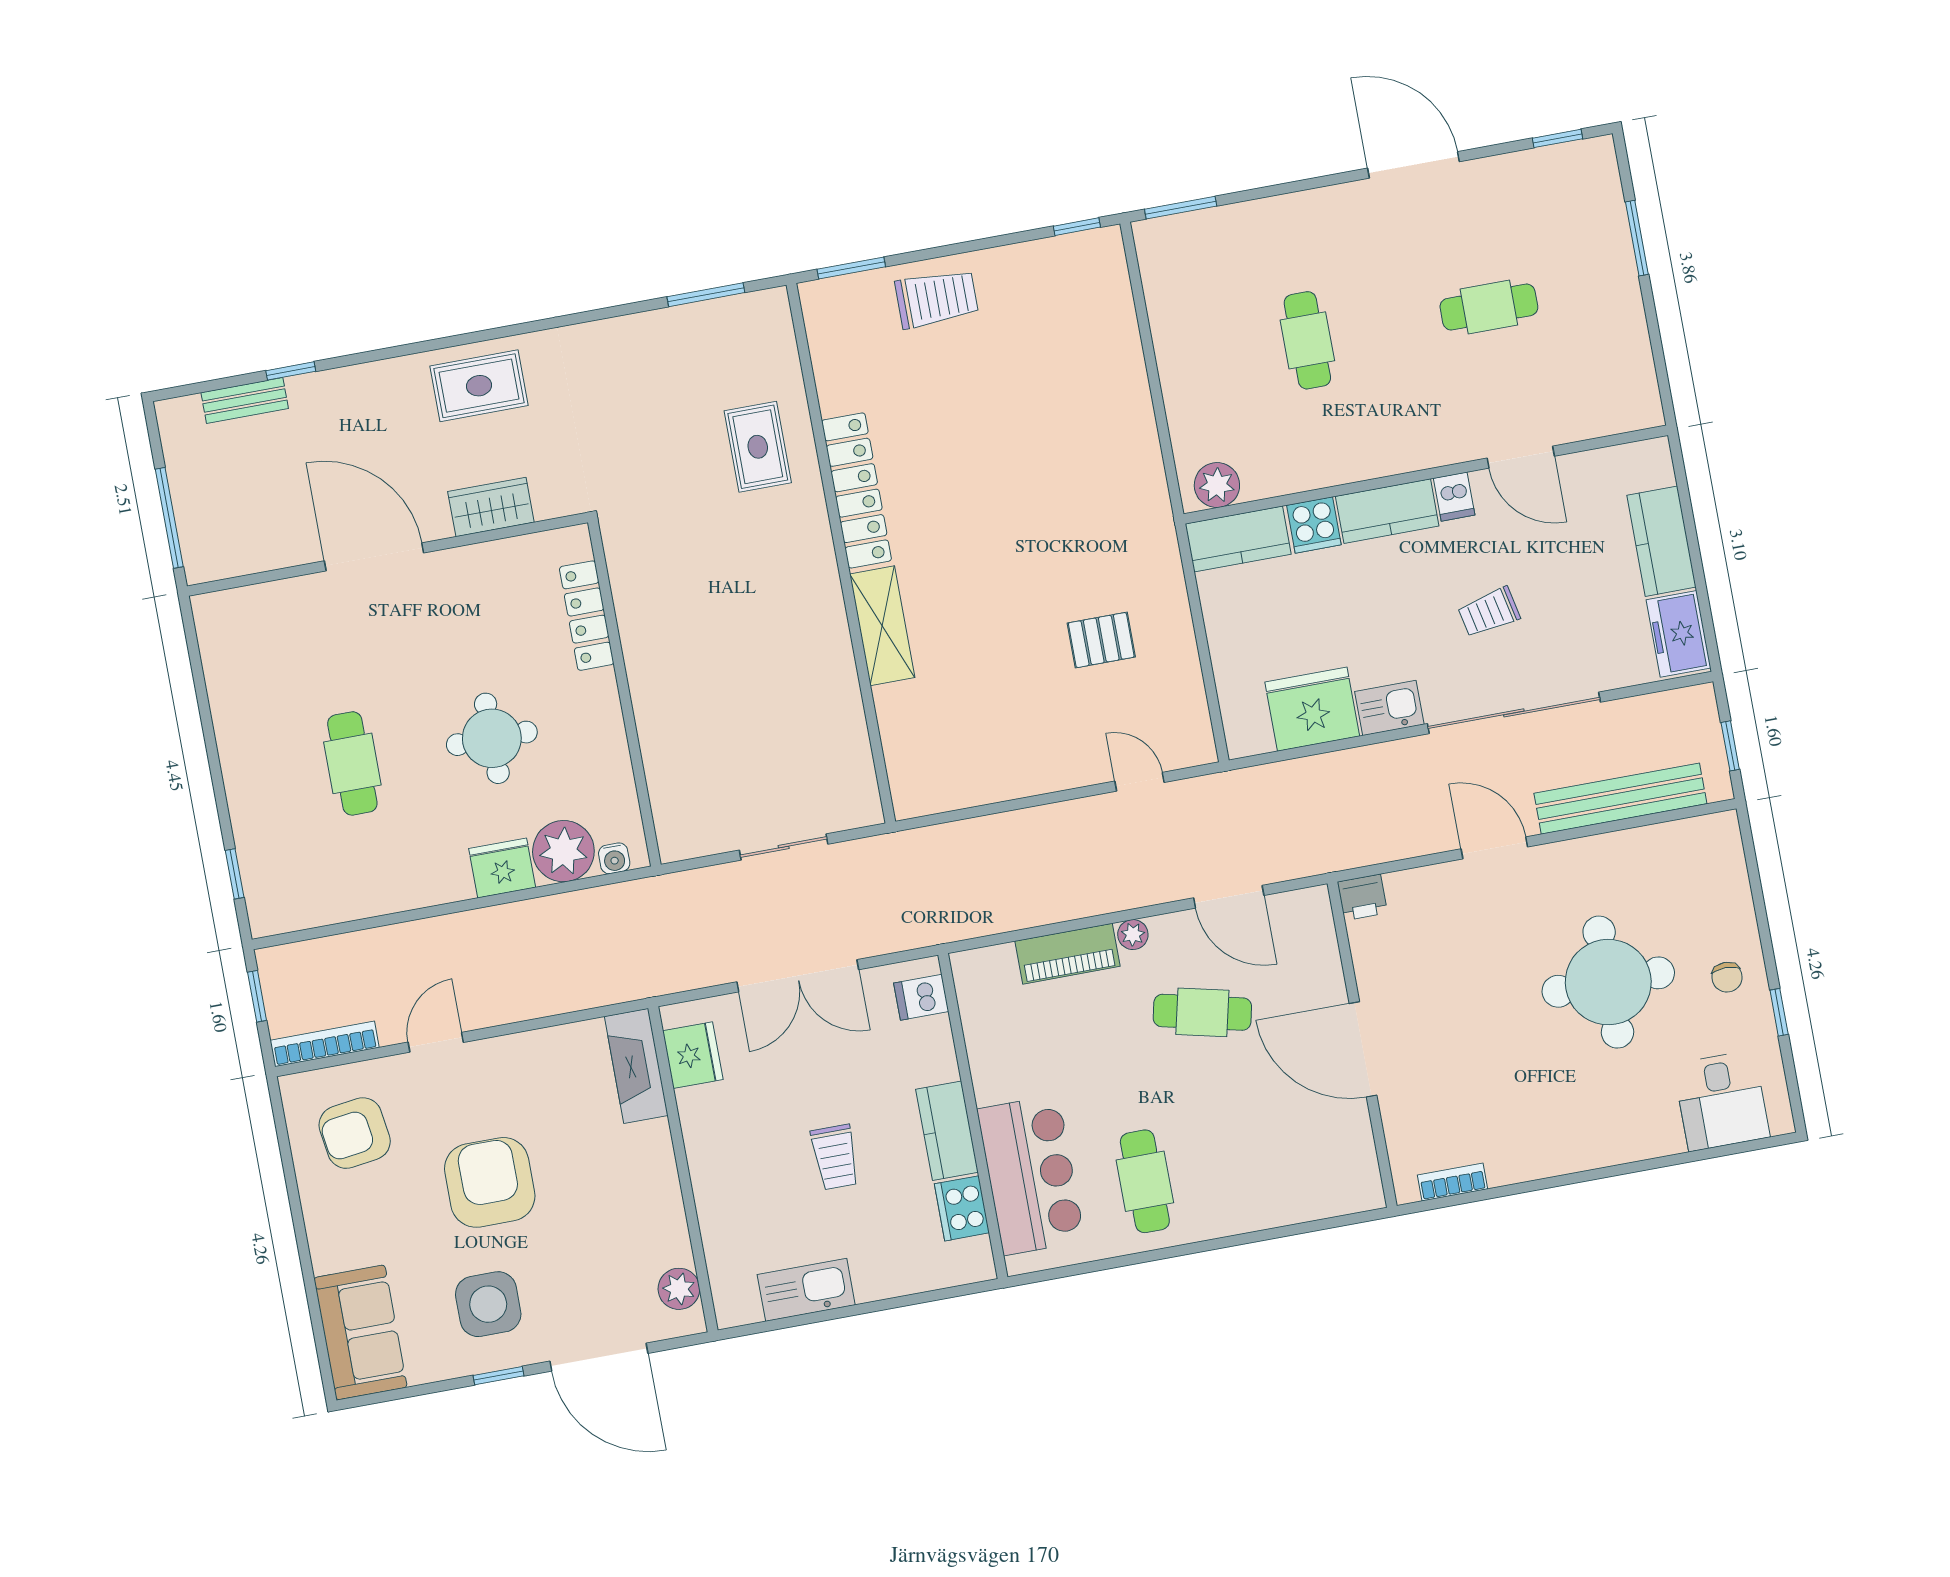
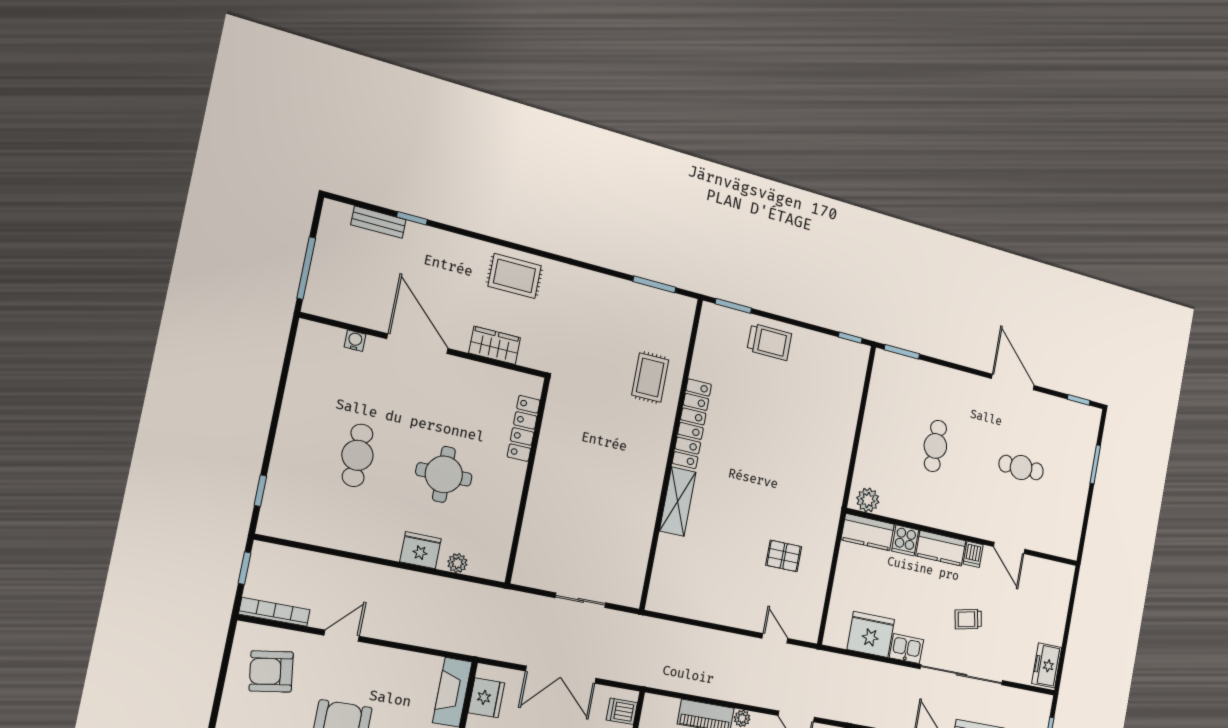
kitchen counter: (1661, 541) -> (1055, 617), removed
plant: (563, 851) -> (457, 563), width x0.53, depth x0.53
water cooler: (614, 858) -> (355, 341), moved, turned 180

